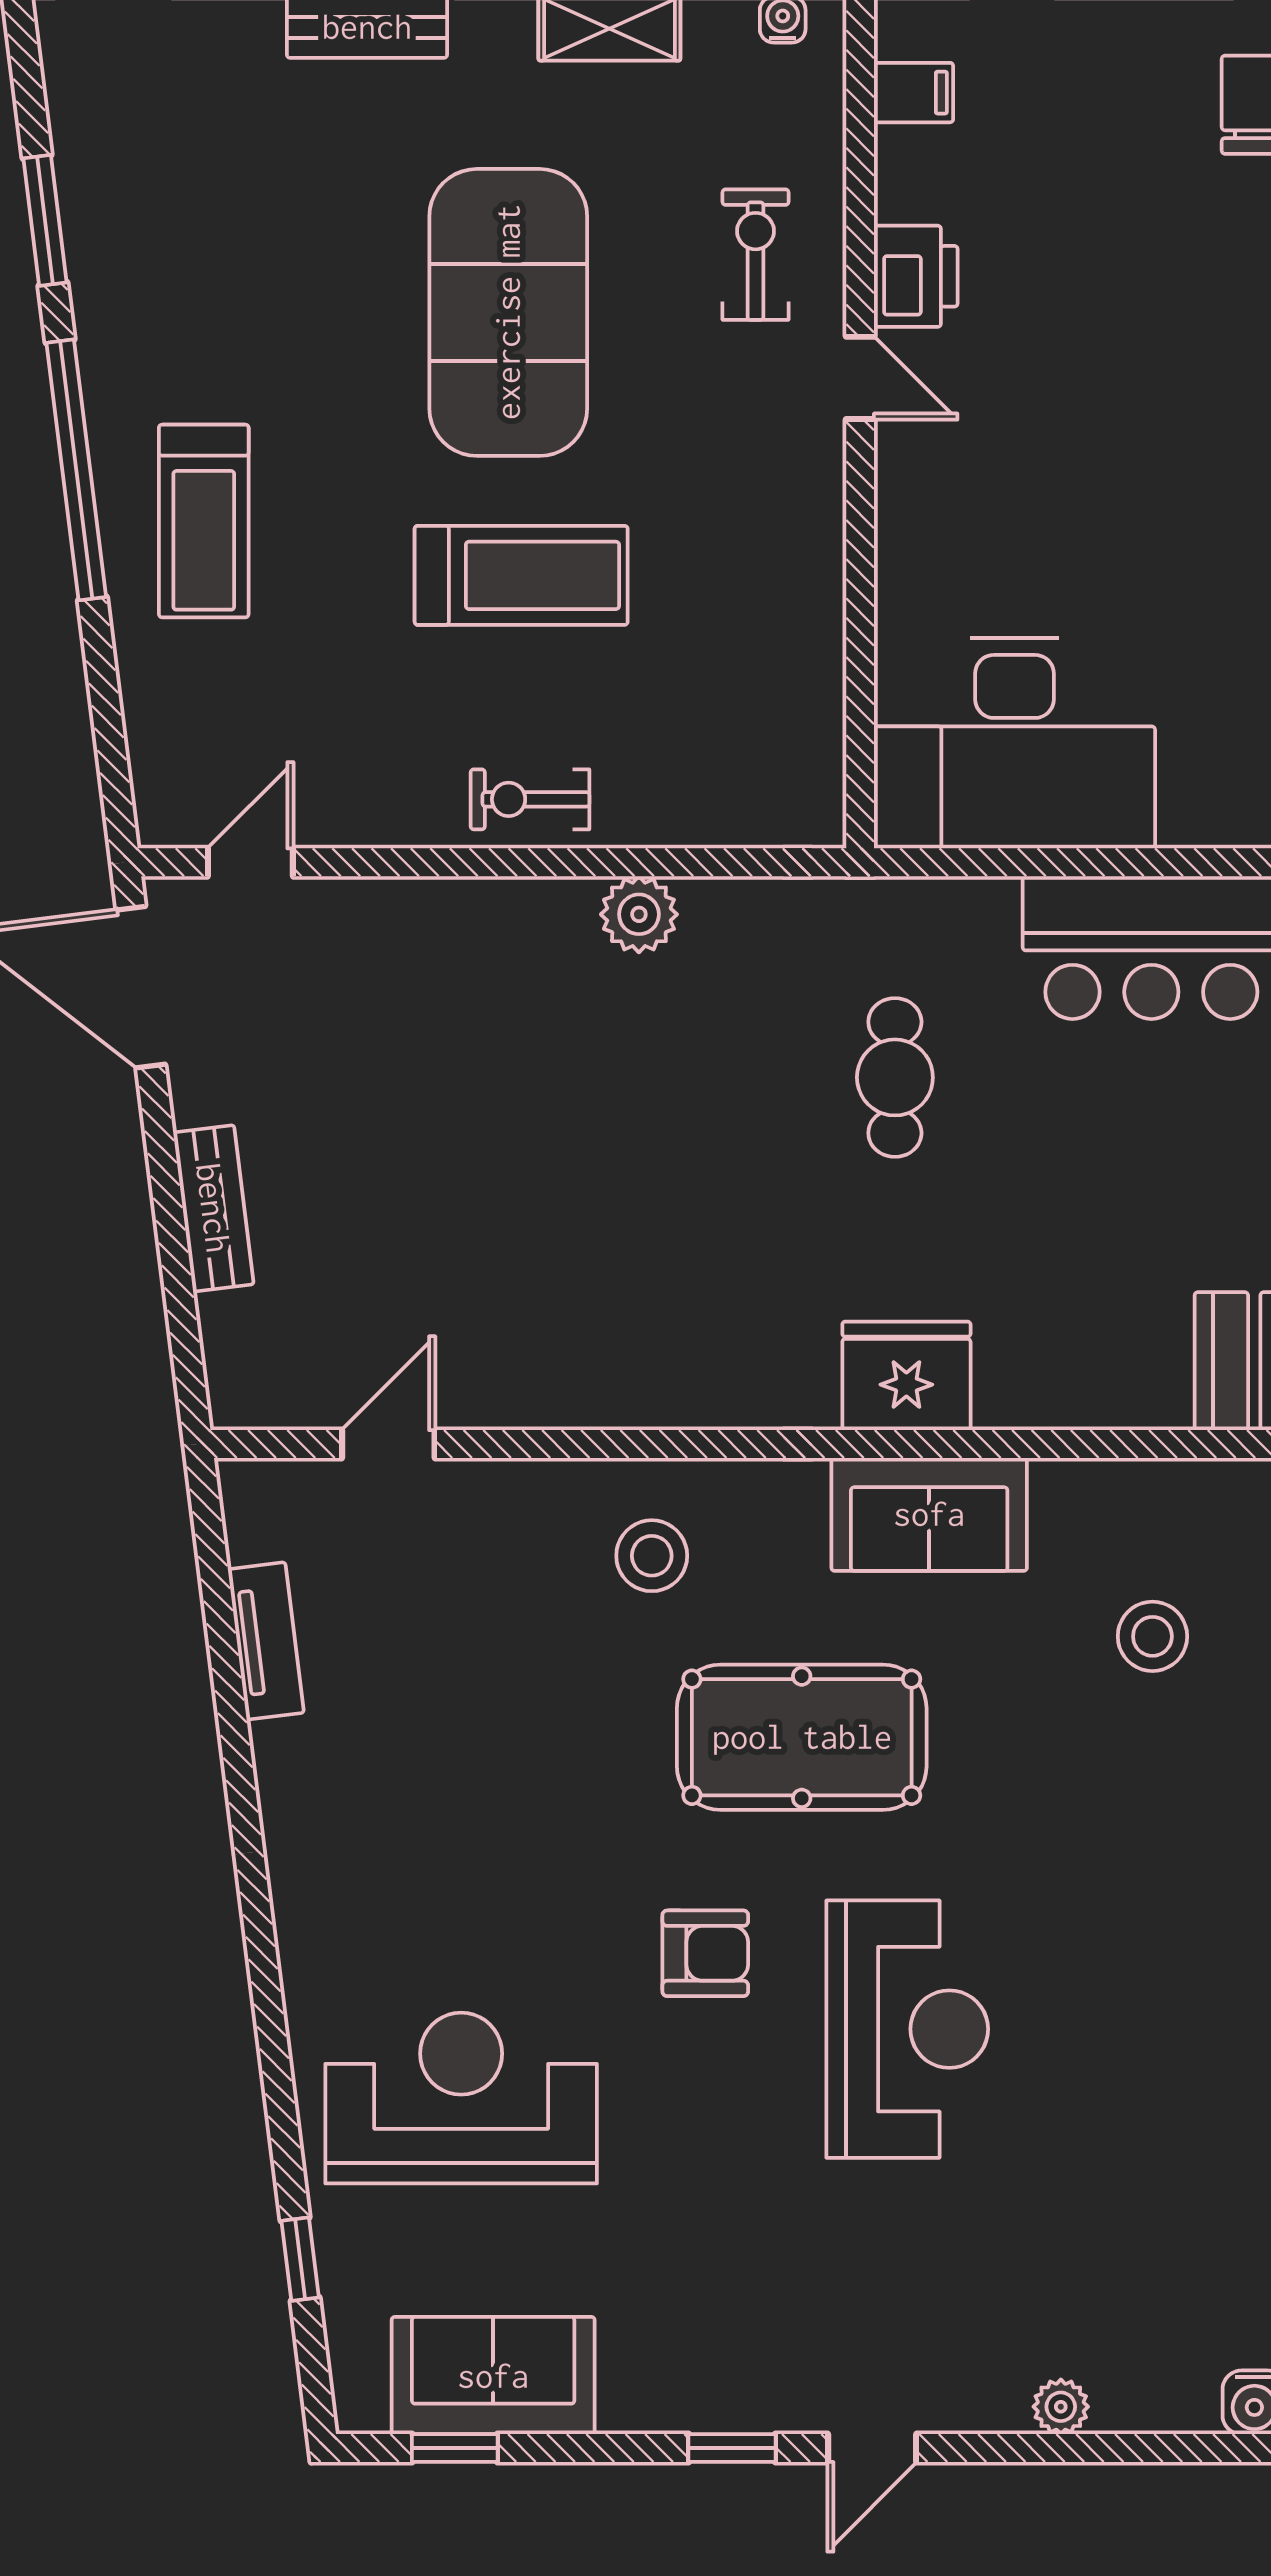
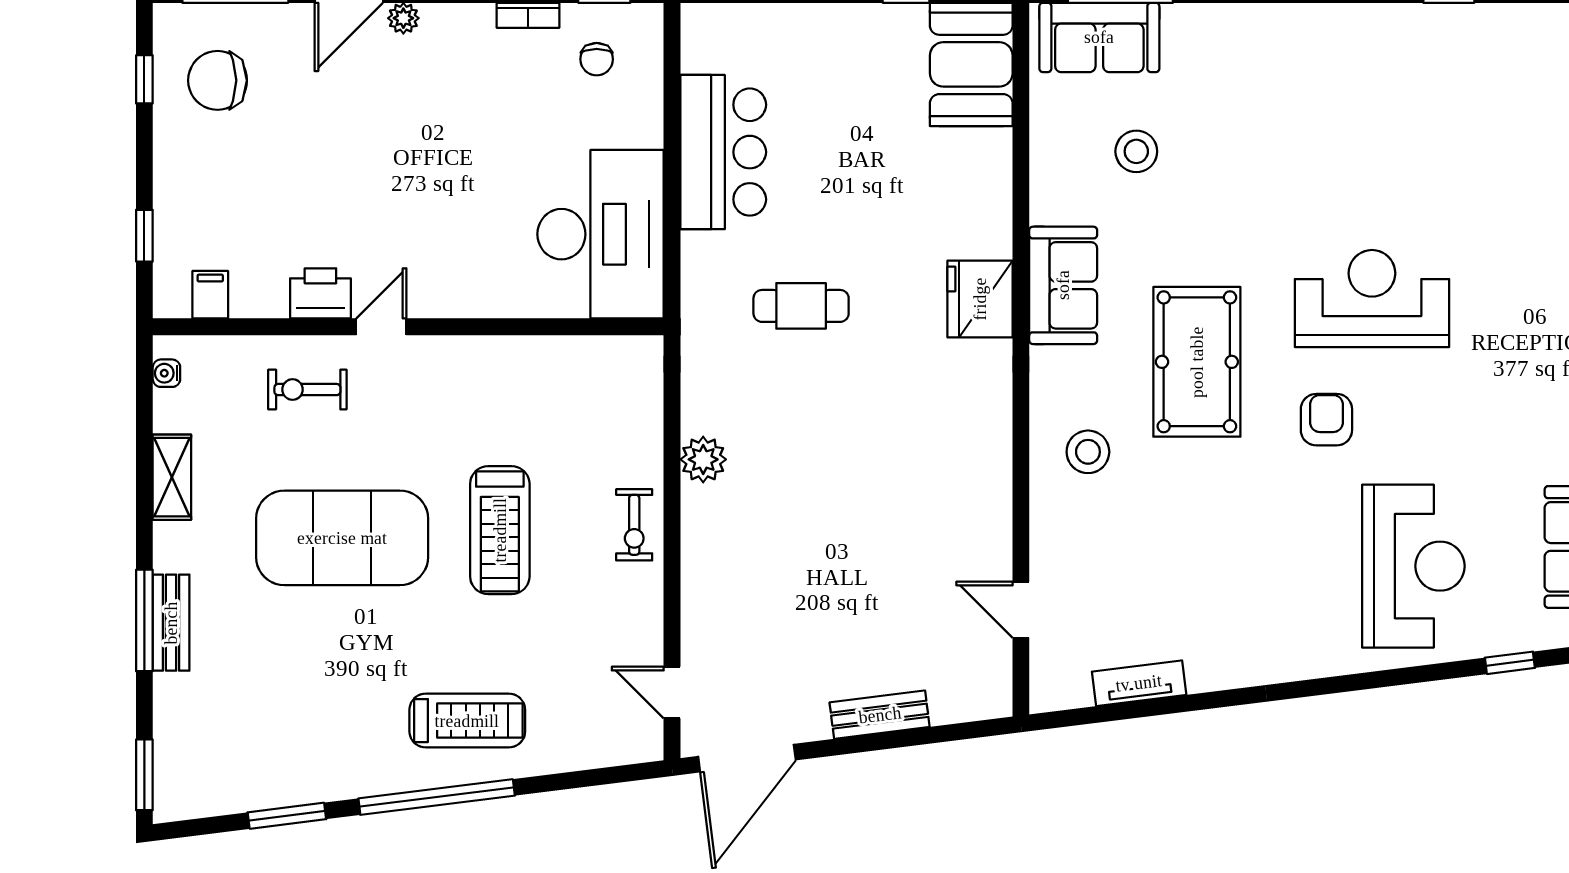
treadmill: (521, 575) -> (500, 530), turned 180
reception desk: (461, 2098) -> (1413, 566), turned 180

